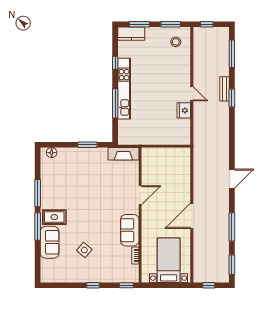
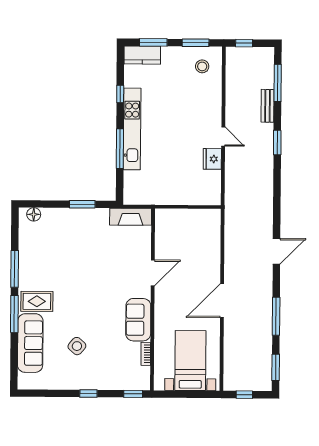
bench: (225, 89) -> (268, 106), moved
sofa: (50, 242) -> (30, 343), width x1.36

